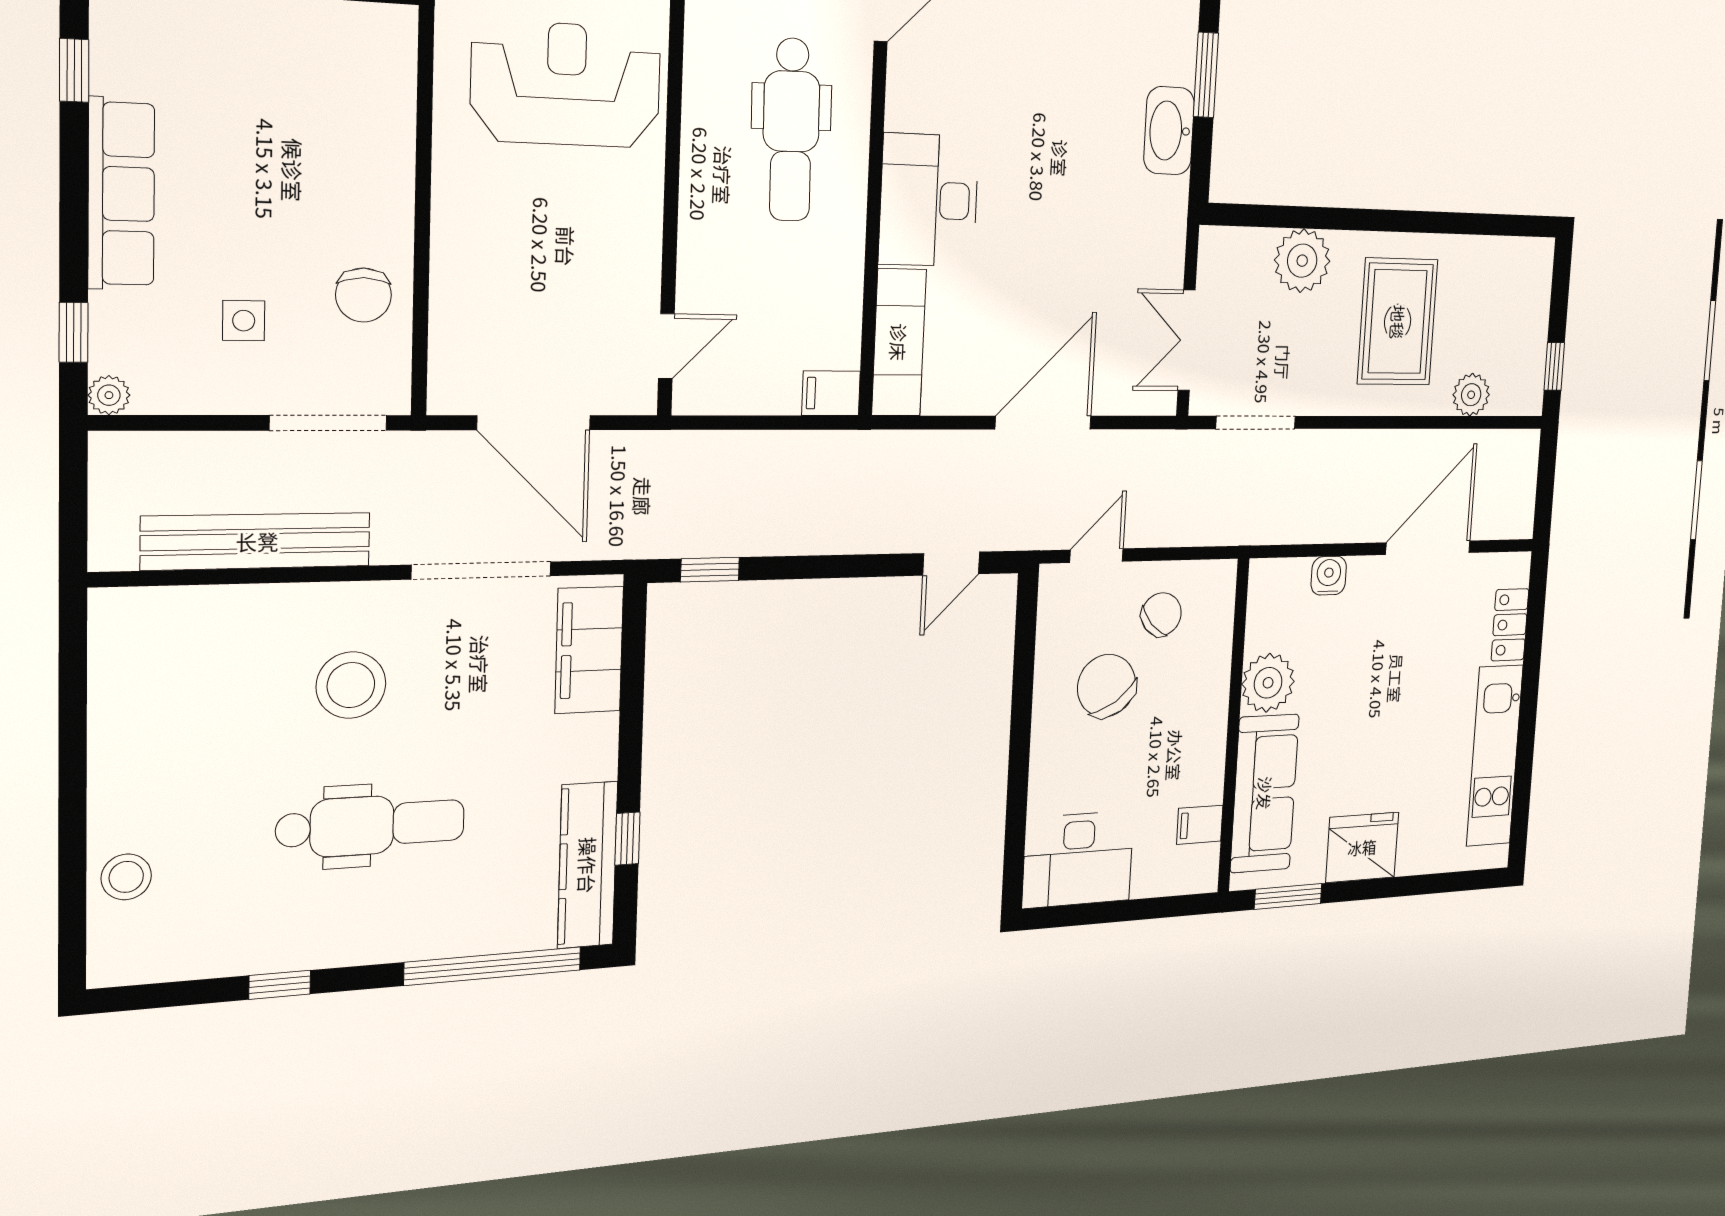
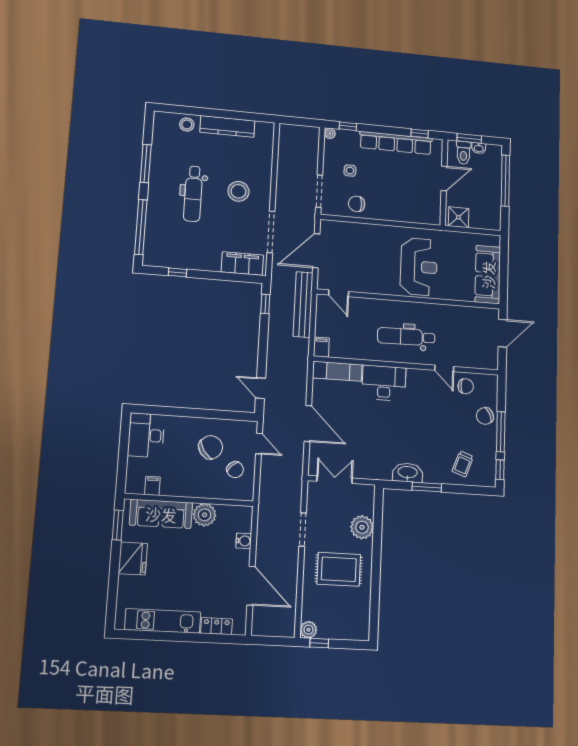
row of seats: (121, 194) -> (396, 143), width x1.36
plant: (1471, 395) -> (308, 630), moved
doorway: (1256, 423) -> (303, 529), moved
bench: (257, 541) -> (303, 304), moved
kitchen counter: (588, 865) -> (227, 126), moved, turned 180
window: (280, 985) -> (146, 163), width x2.17

